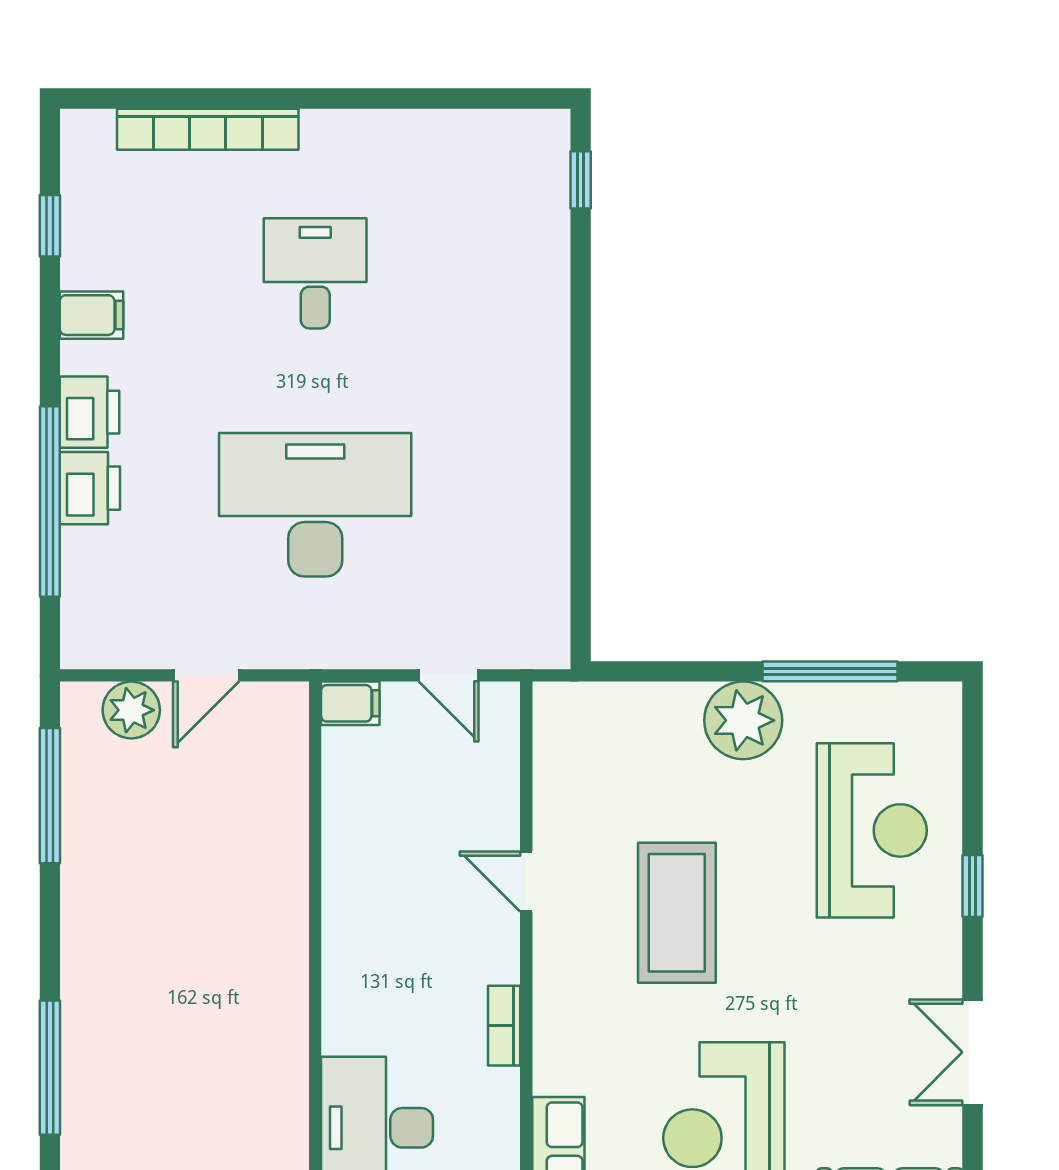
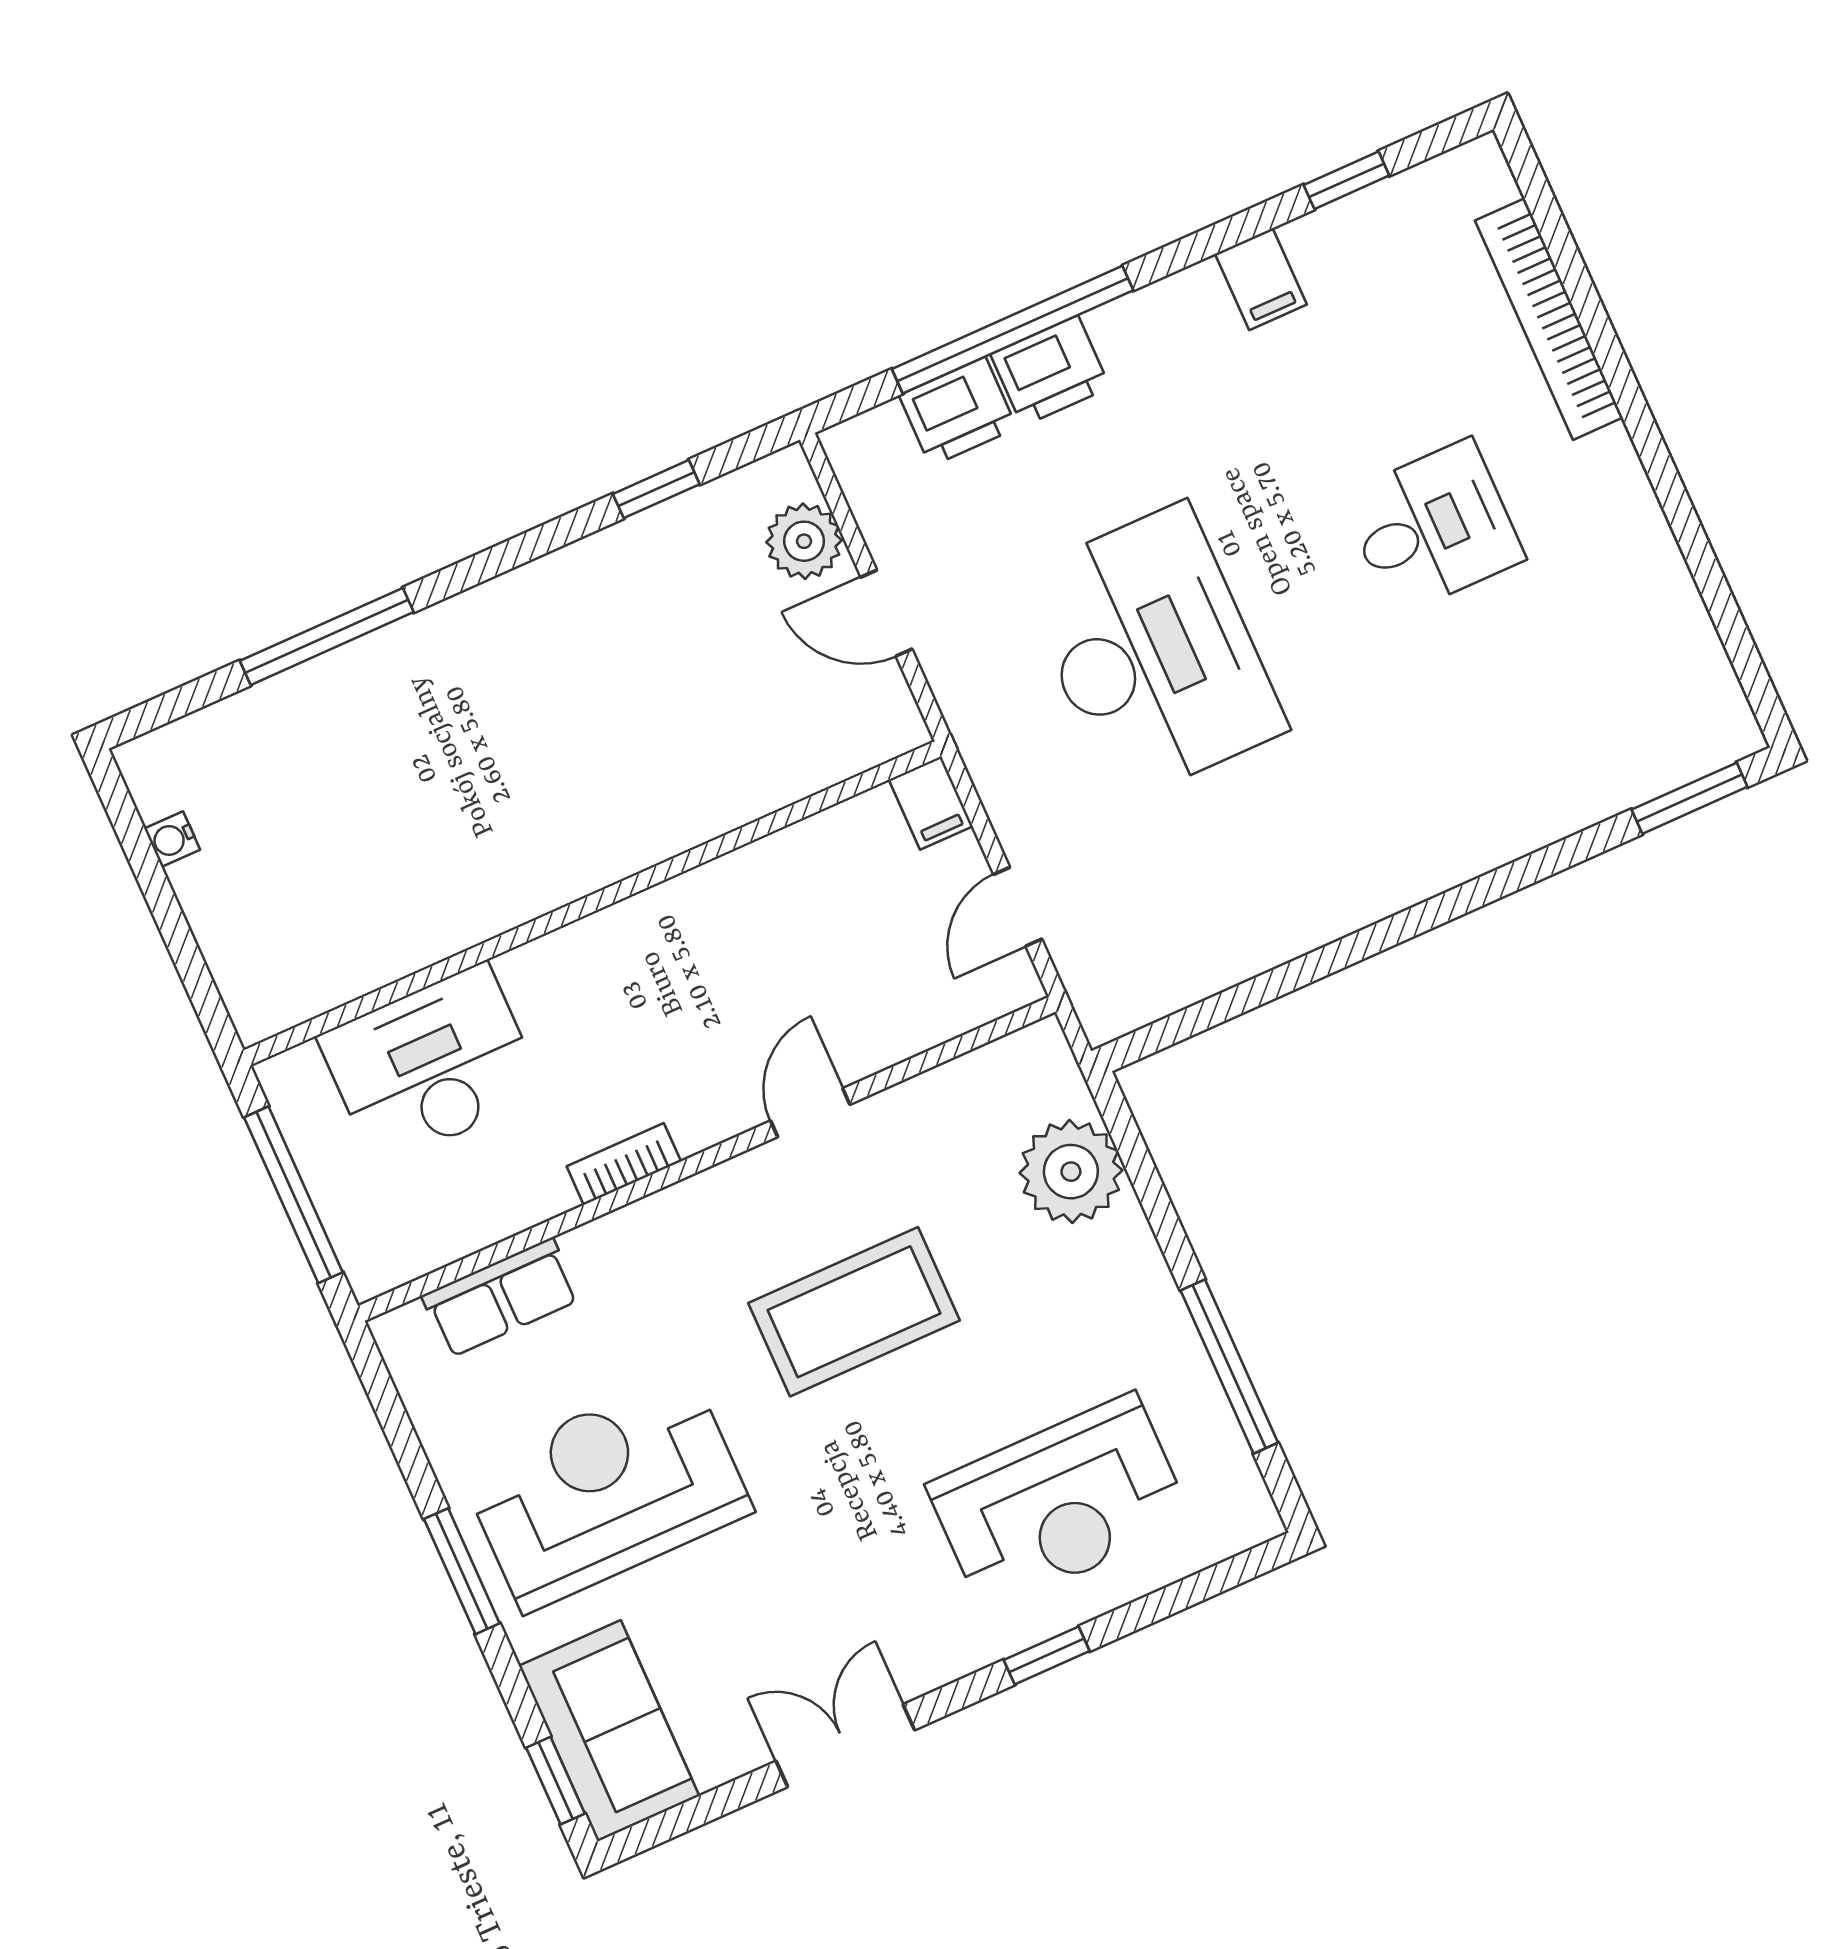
window: (581, 180) -> (1690, 798), width x1.50
printer: (90, 412) -> (958, 412), moved
plant: (743, 720) -> (1071, 1172), moved
window: (50, 796) -> (656, 489), width x0.46

